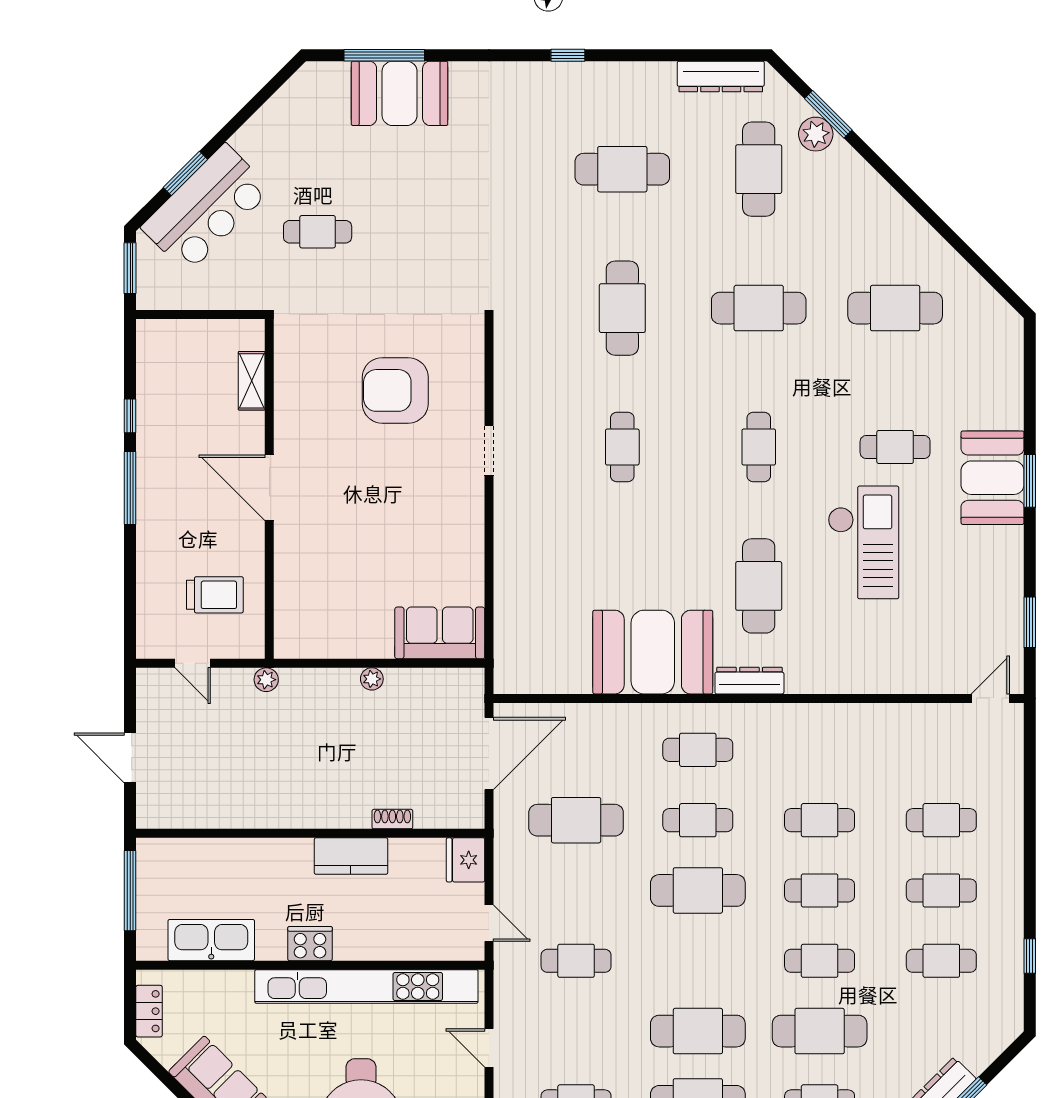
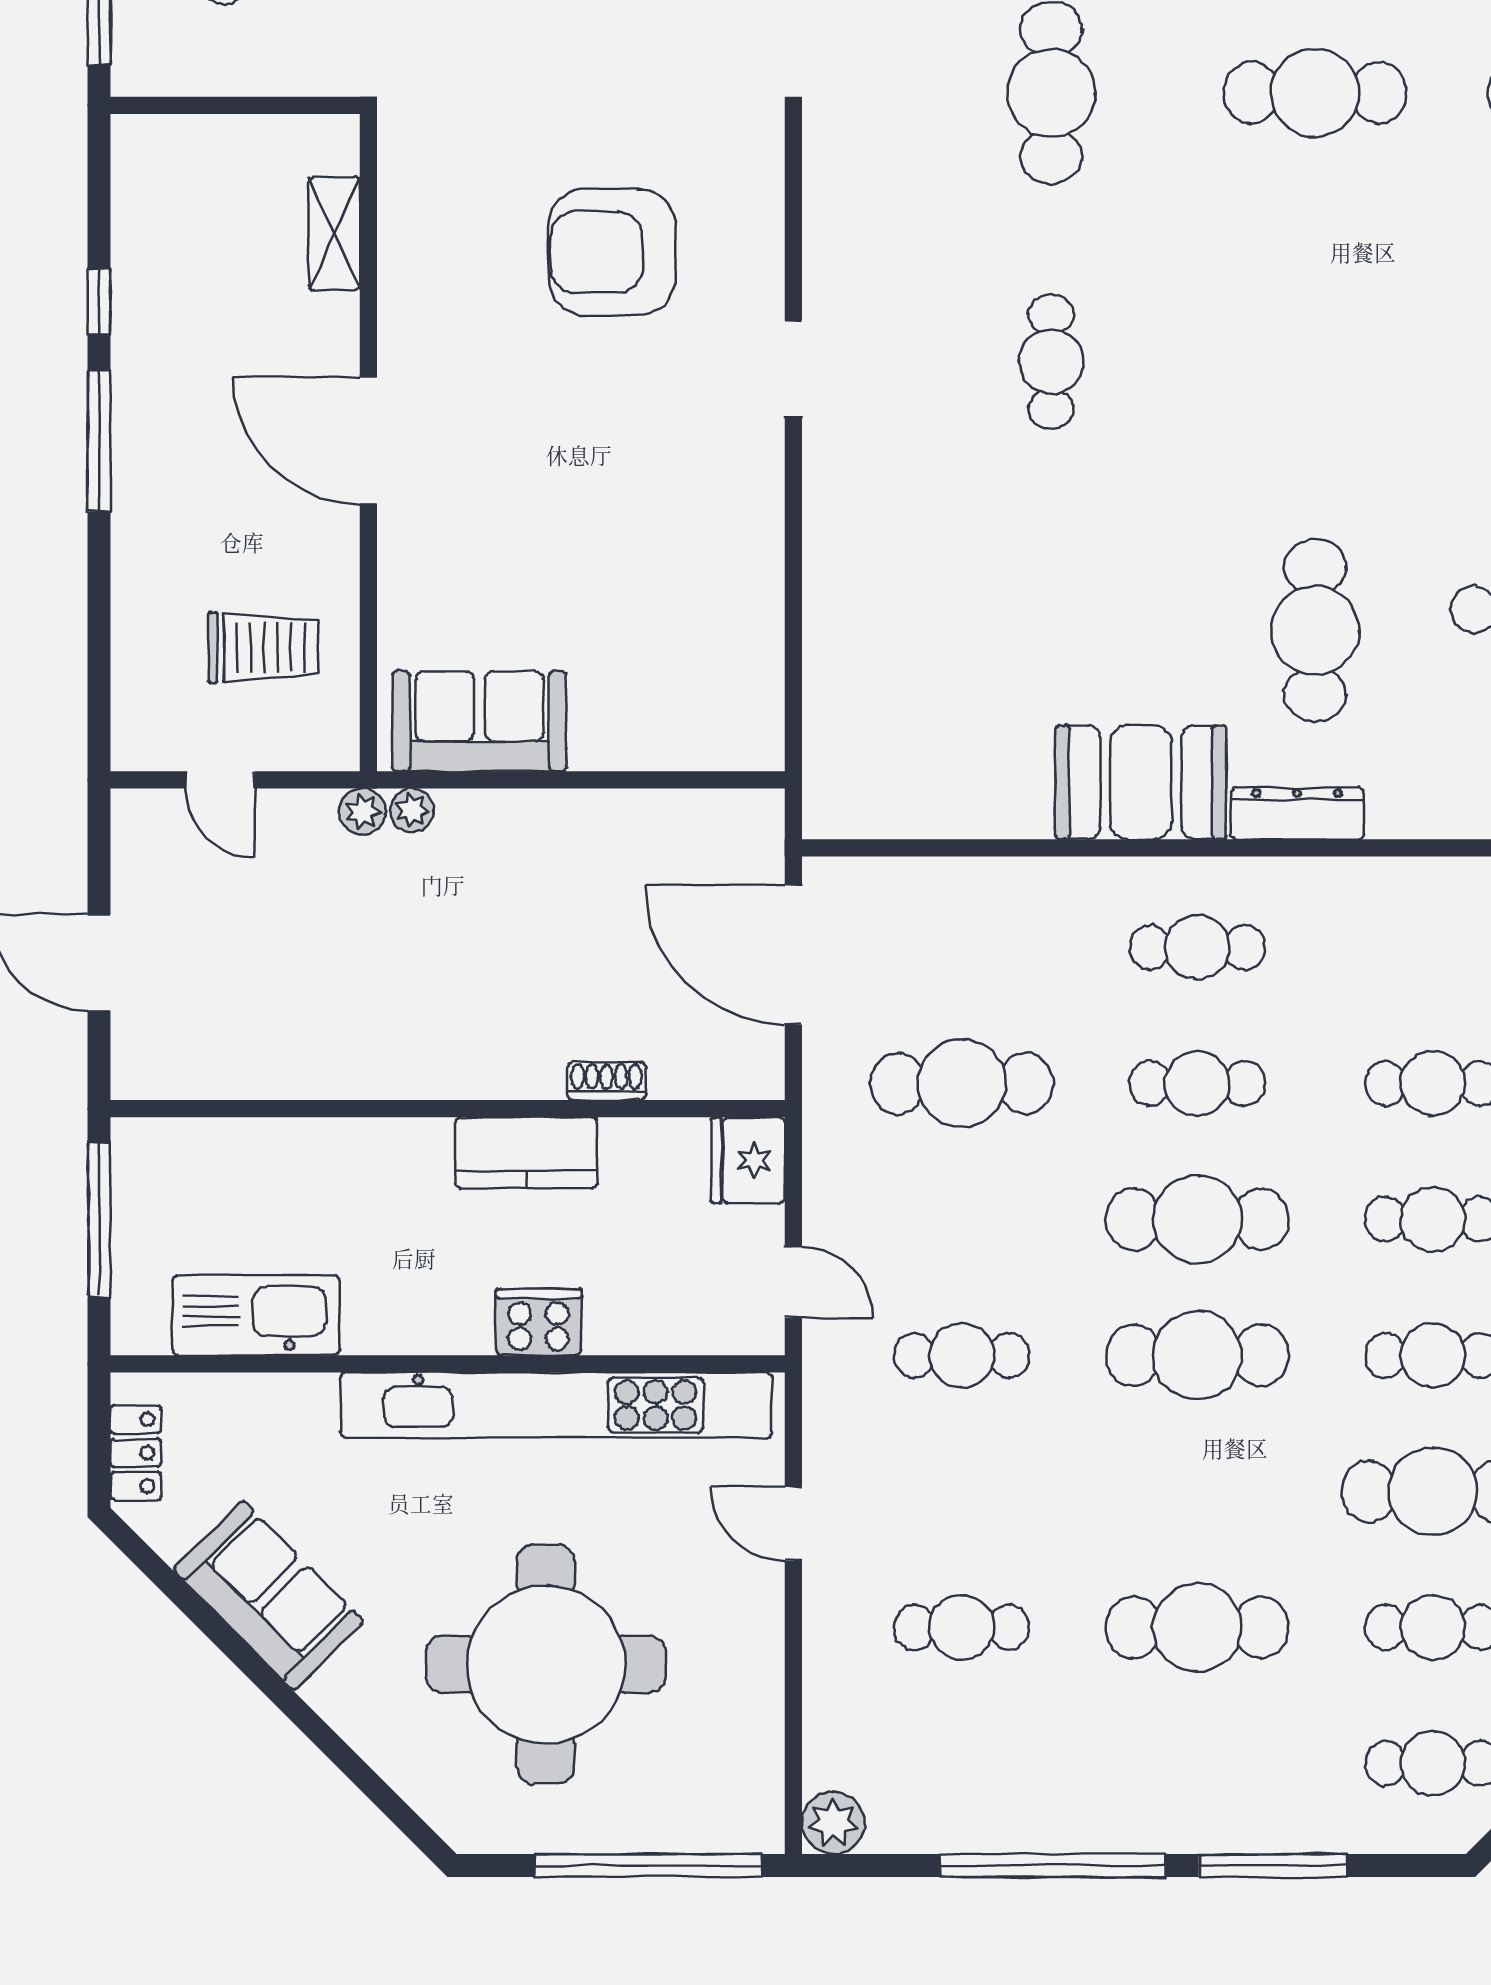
cafe table: (759, 447) -> (1315, 362), removed
sofa: (440, 633) -> (480, 721), moved
booth: (653, 652) -> (1141, 782), width x0.73, depth x0.70
plant: (372, 679) -> (412, 810), moved
door: (489, 754) -> (793, 955), swing flipped
cooker: (310, 944) -> (538, 1322), moved
cafe table: (698, 1031) -> (1197, 1355), moved

